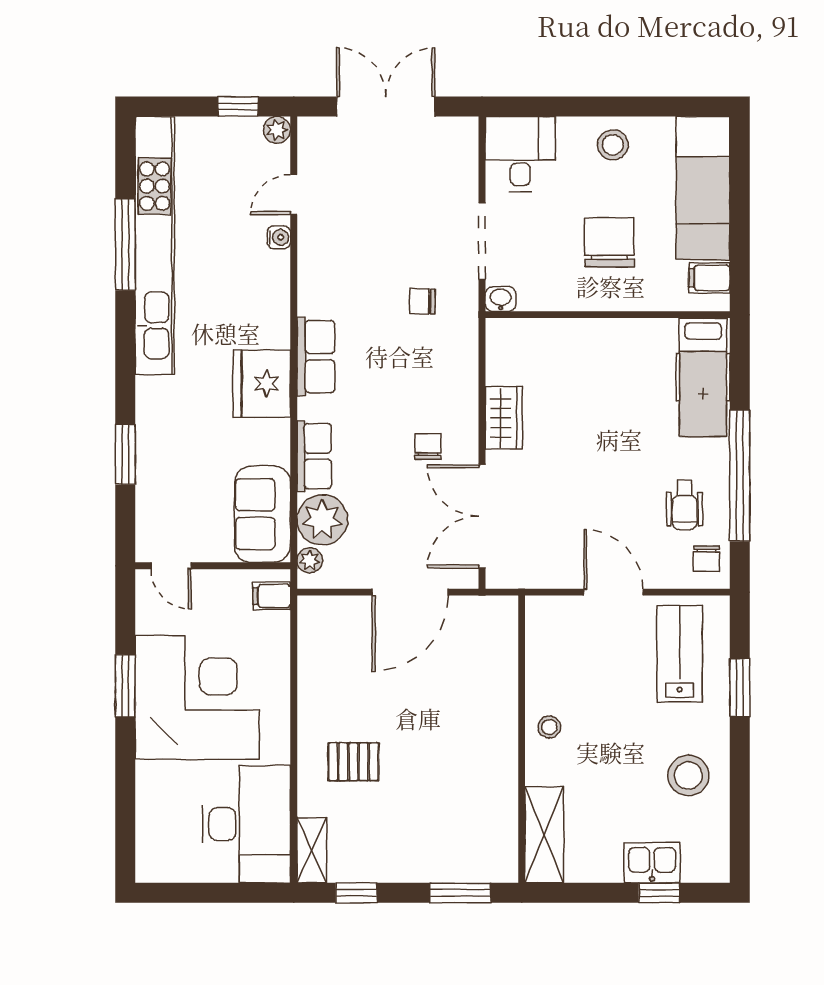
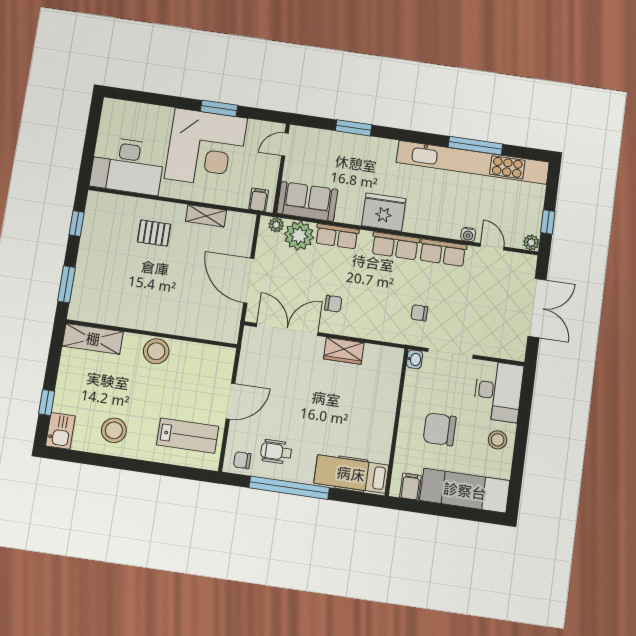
desk: (520, 154) -> (498, 391), width x1.37
chair: (609, 242) -> (440, 429), turned 180
row of seats: (316, 276) -> (443, 253), added
chair: (422, 302) -> (419, 313), turned -90
window: (740, 688) -> (162, 469), removed
stool: (549, 727) -> (156, 351), width x1.89, depth x1.89
pallet: (354, 762) -> (154, 233), turned 90
shelving: (312, 850) -> (206, 216), moved
kitchen sink: (652, 863) -> (60, 431), moved

